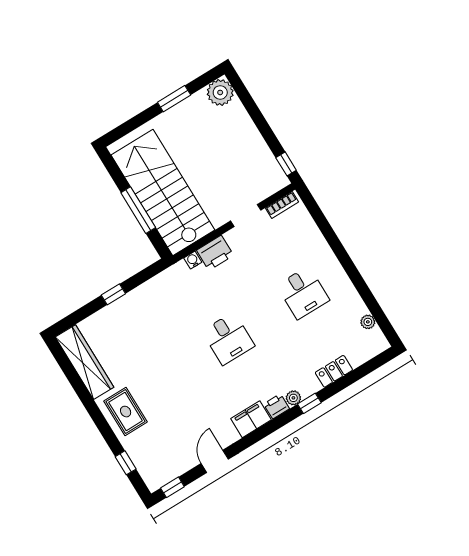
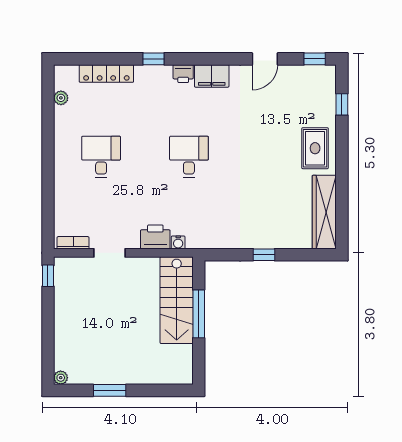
plant: (220, 92) -> (61, 378), width x0.53, depth x0.53
stairs: (163, 193) -> (177, 300), width x0.73, depth x0.66
locker: (334, 371) -> (106, 73), width x1.53
plant: (293, 398) -> (164, 72), removed

